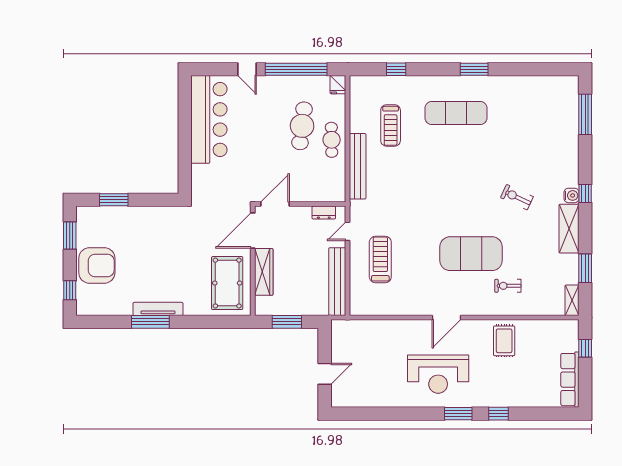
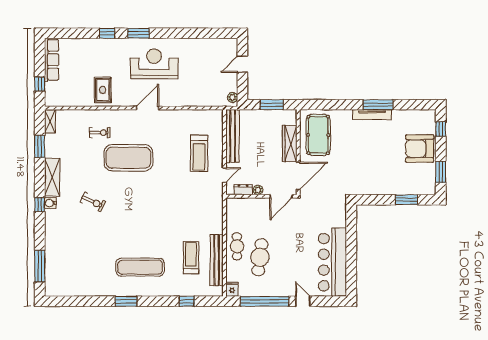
bench: (358, 166) -> (217, 260), moved
plant: (305, 212) -> (258, 190), added
plant: (337, 331) -> (232, 97), added

